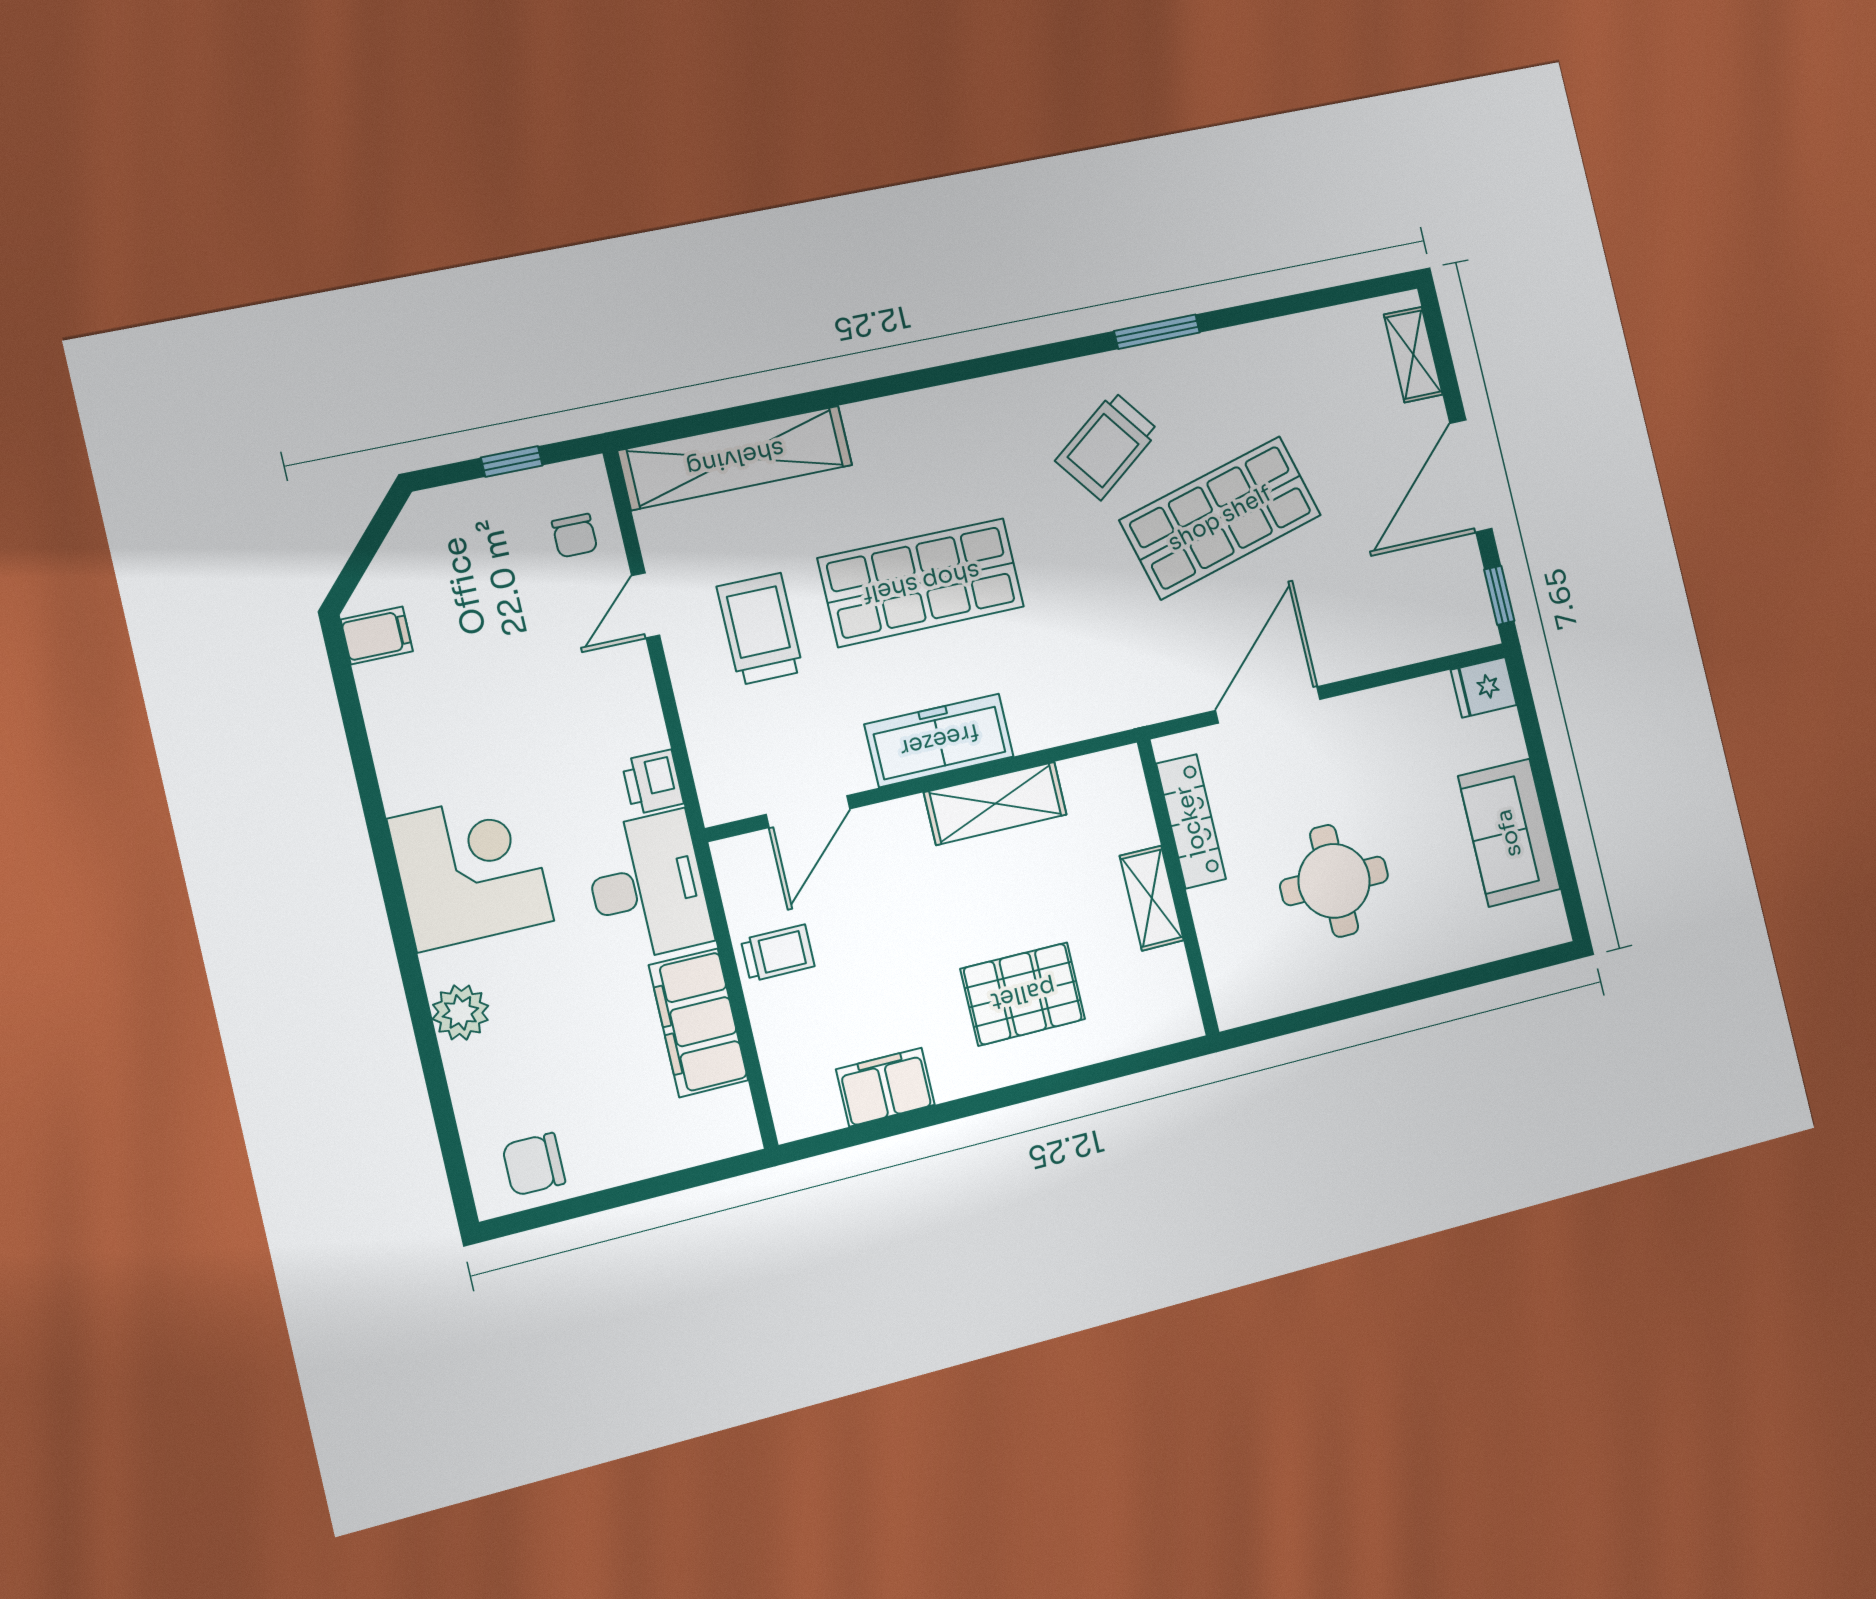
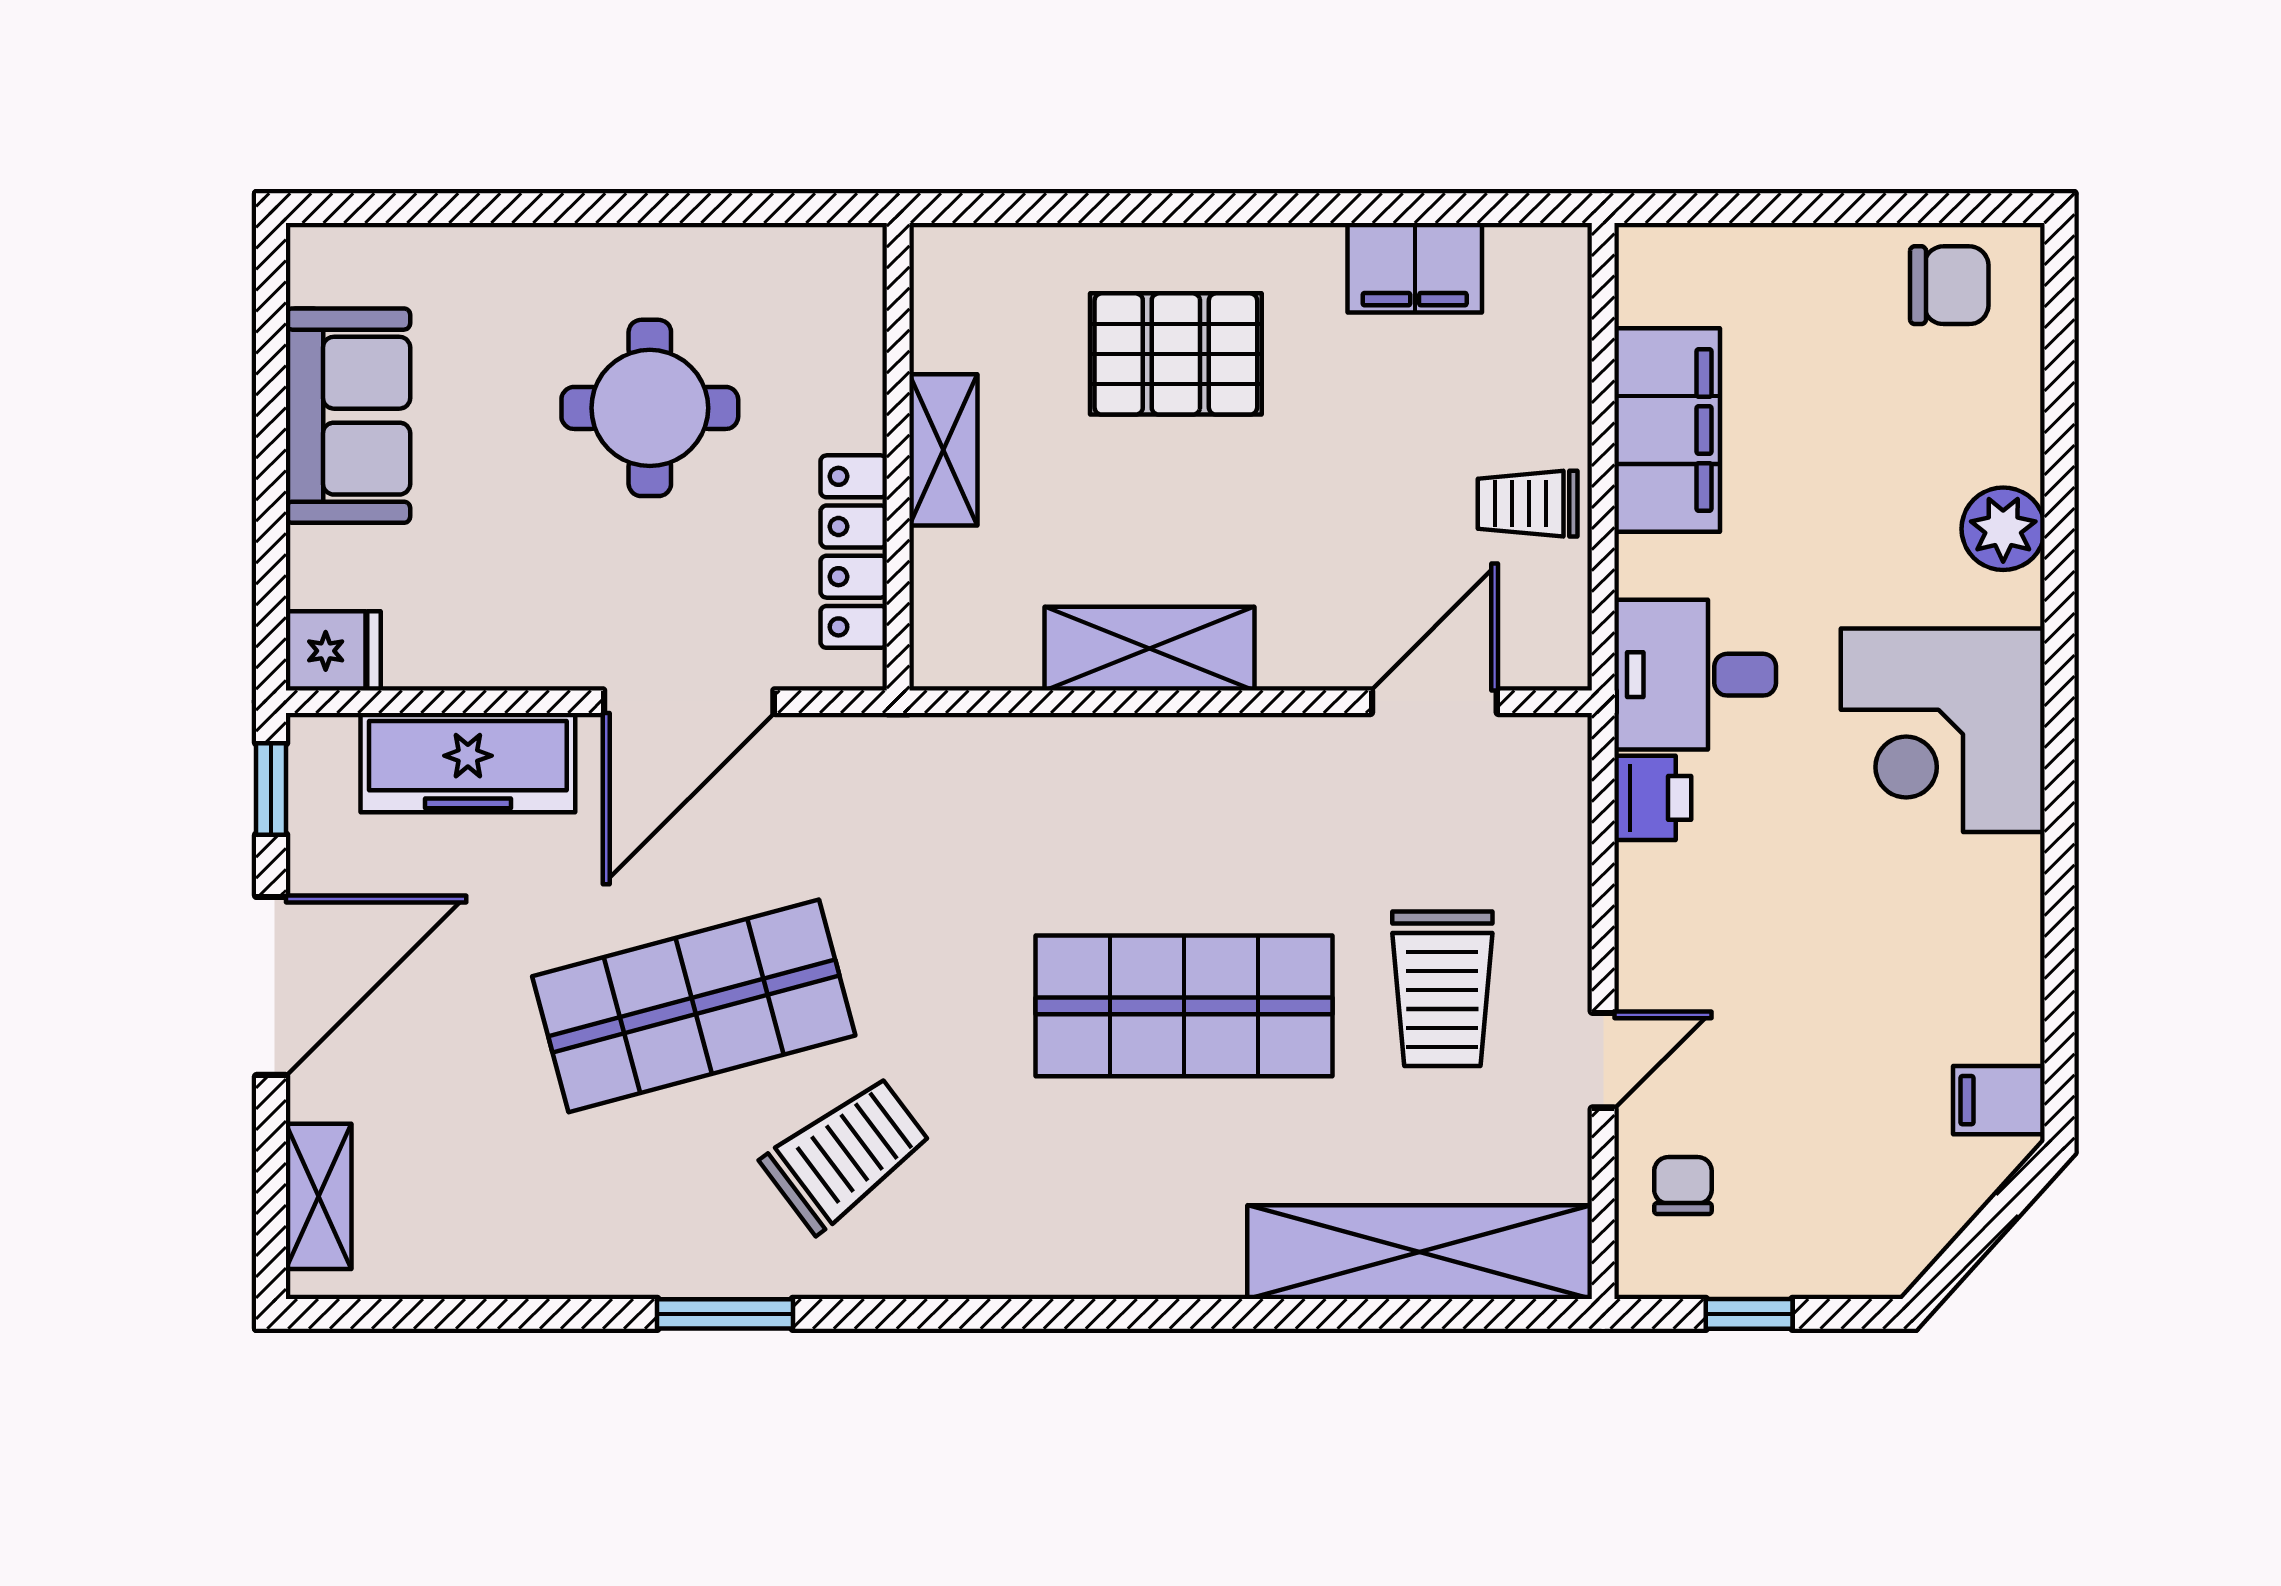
freezer: (939, 740) -> (468, 763), moved
desk: (648, 886) -> (1695, 675), width x0.73

